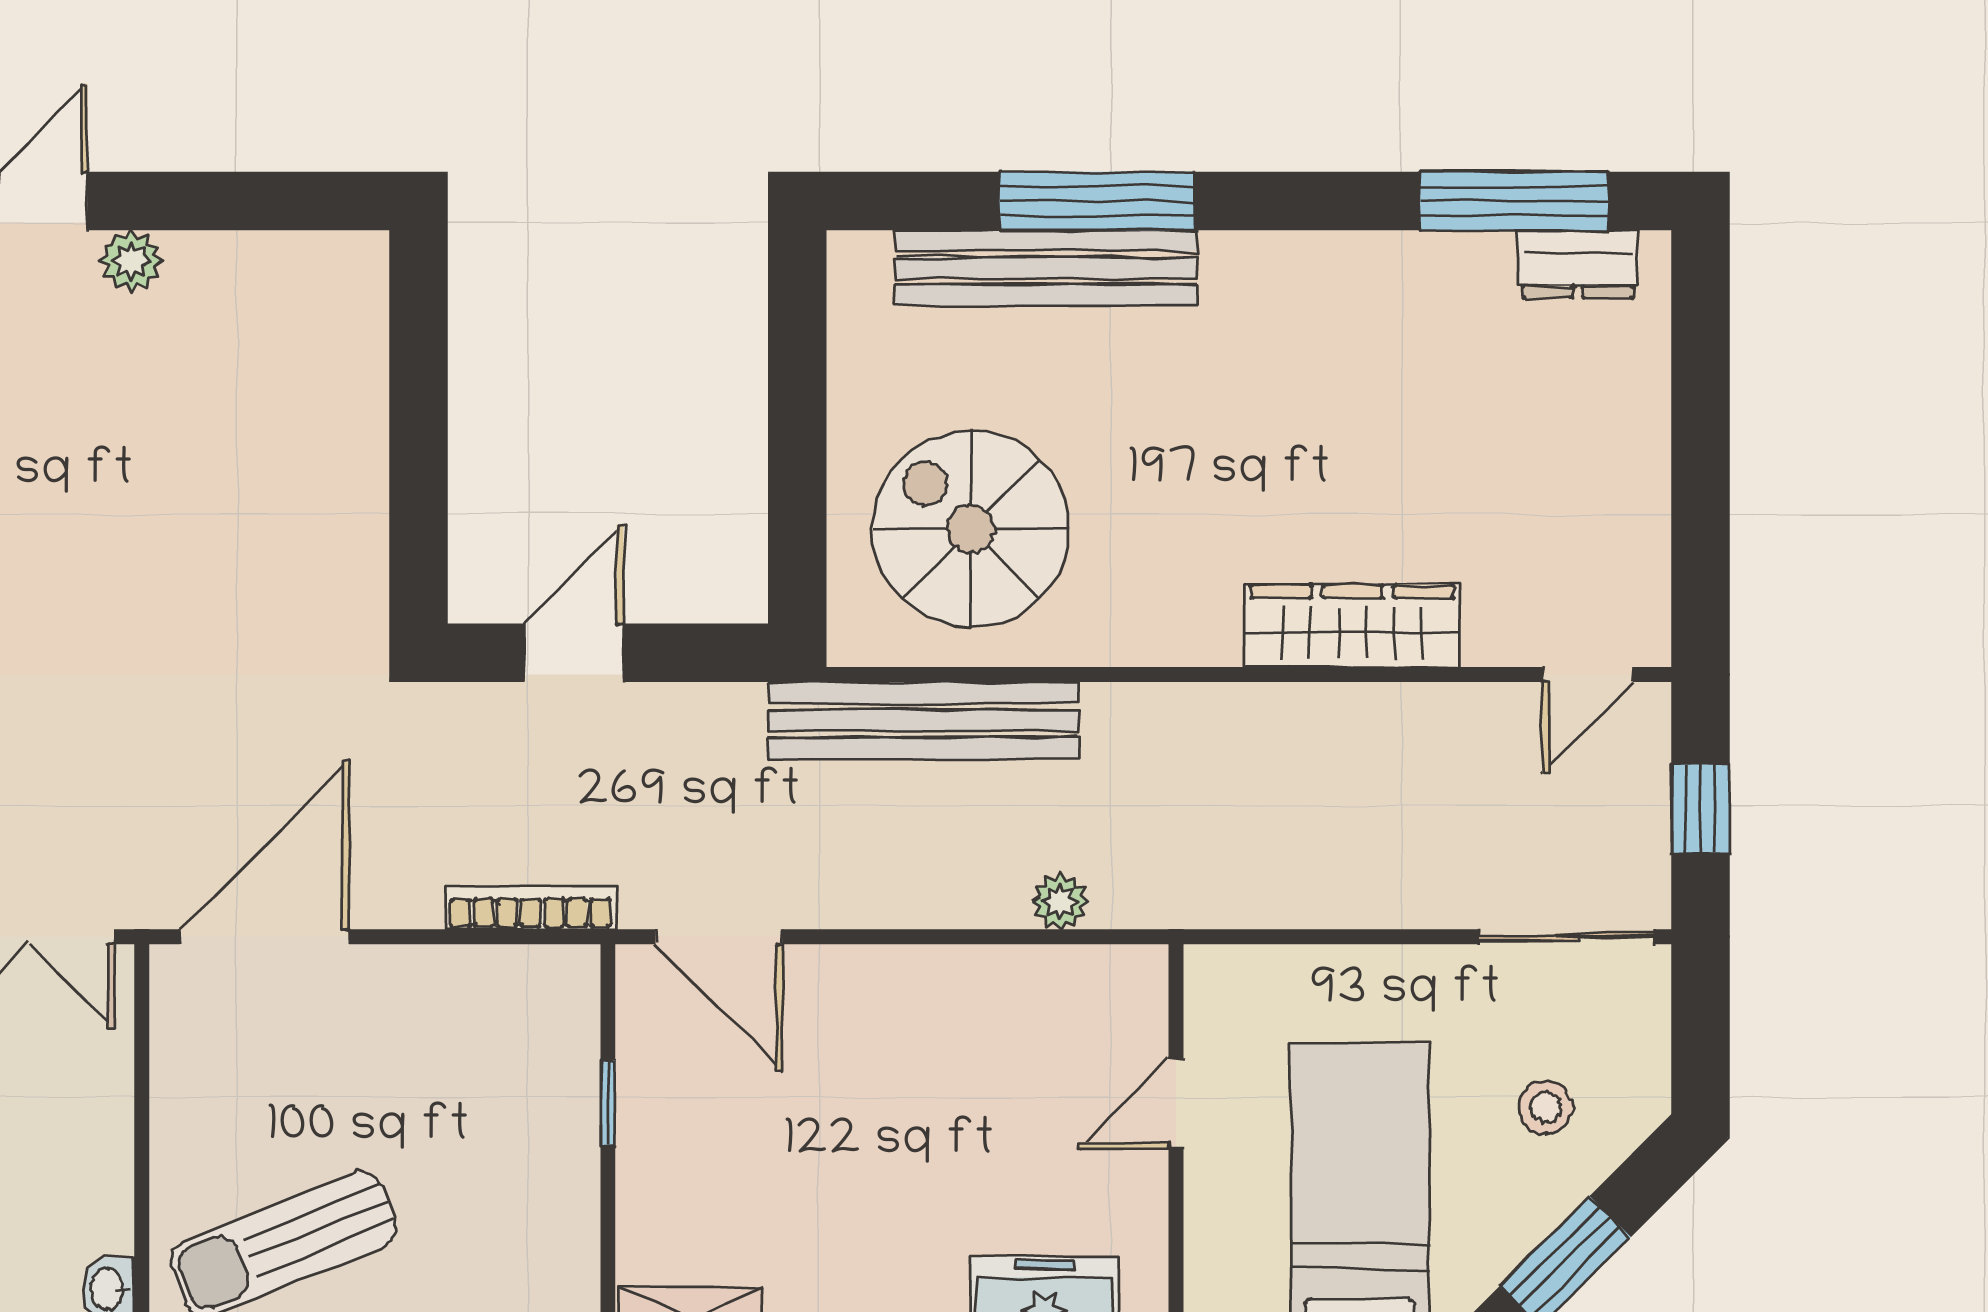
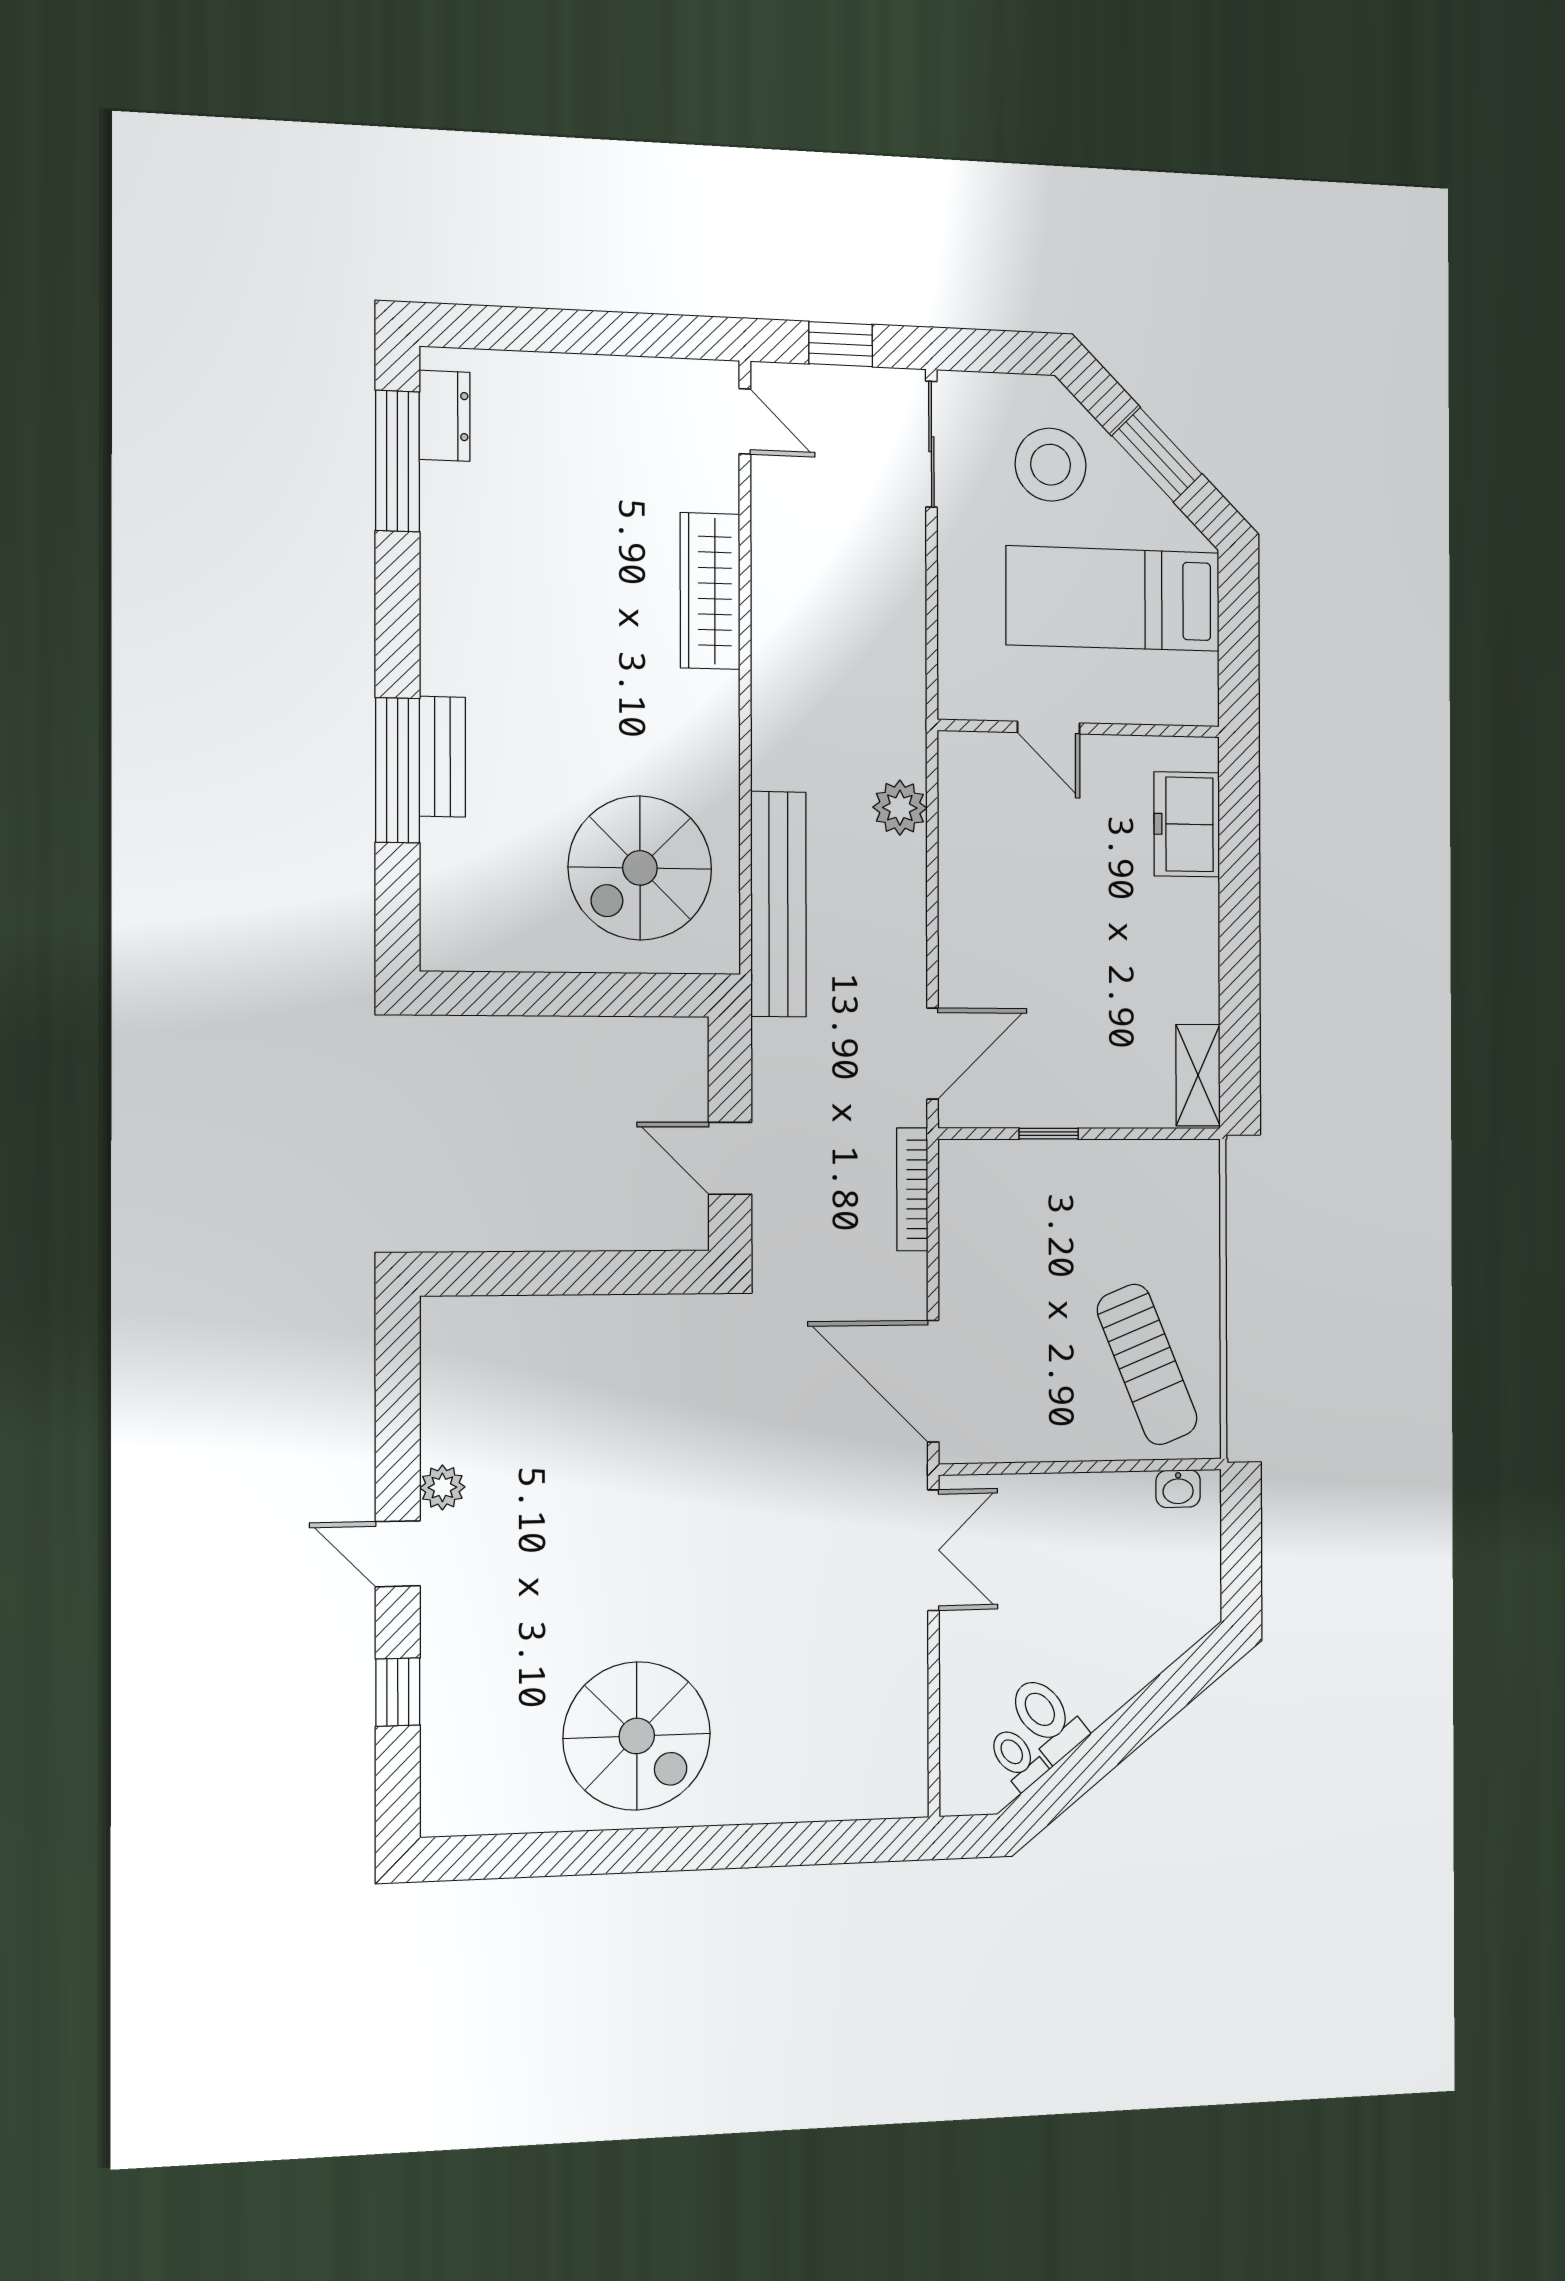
bench: (1047, 268) -> (442, 757), width x0.54, depth x0.82
plant: (1060, 902) -> (900, 808), width x1.38, depth x1.38
stool: (1545, 1107) -> (1051, 465), width x1.89, depth x1.89

